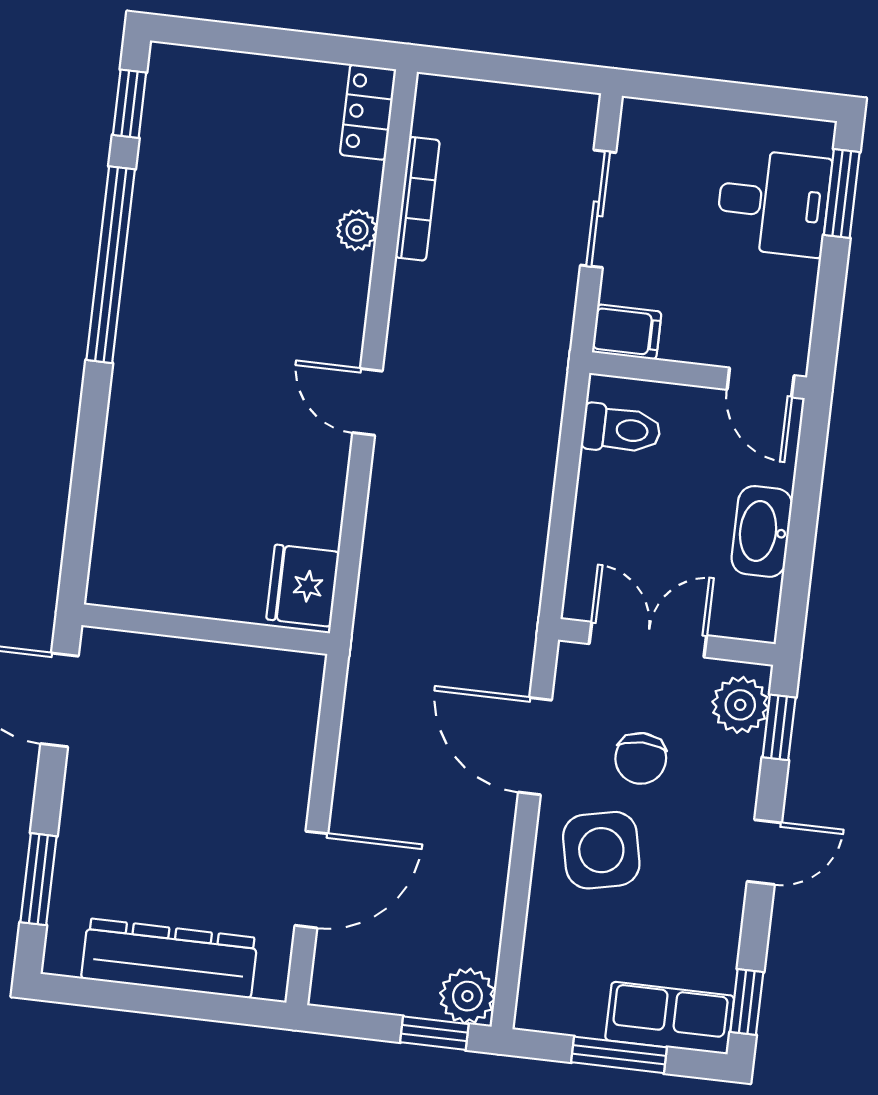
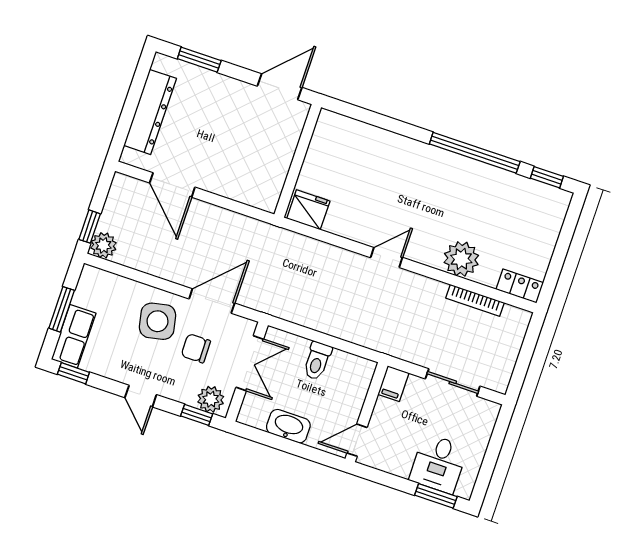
plant: (357, 230) -> (461, 259), width x1.87, depth x1.87
toilet: (621, 429) -> (317, 361), moved

